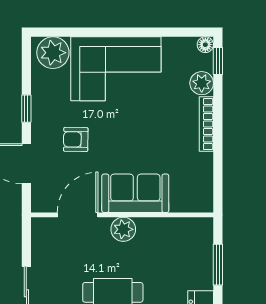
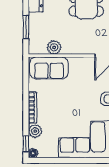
sofa: (135, 193) -> (49, 68), moved
plant: (123, 229) -> (54, 47), moved

